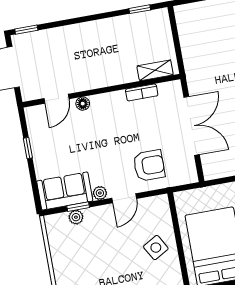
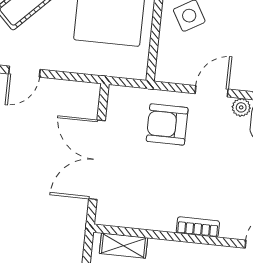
bookcase: (142, 92) -> (198, 227), moved
floor lamp: (83, 104) -> (230, 230), removed

